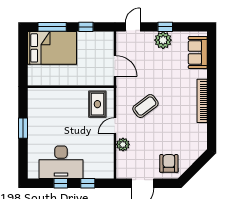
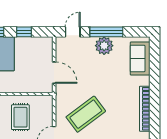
window: (165, 27) -> (106, 32), width x2.17
rug: (97, 104) -> (20, 117), moved
coffee table: (145, 106) -> (86, 114), width x1.36, depth x1.32

